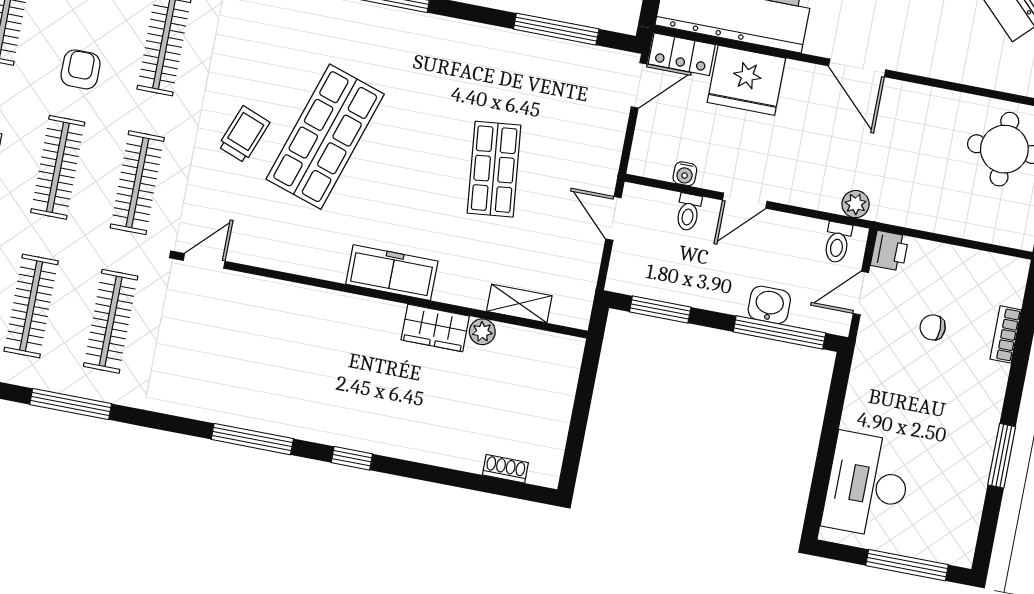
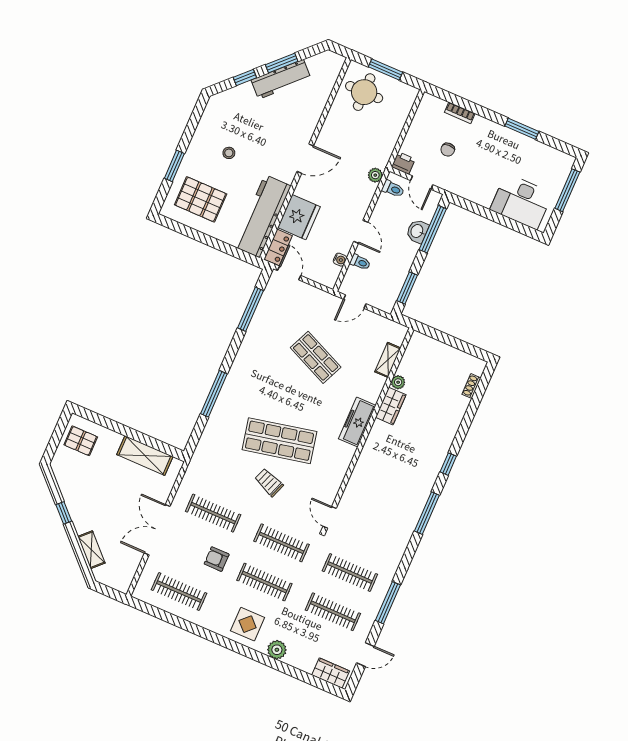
shop shelf: (325, 137) -> (279, 441), turned -30
shop shelf: (494, 169) -> (316, 357), turned 30

